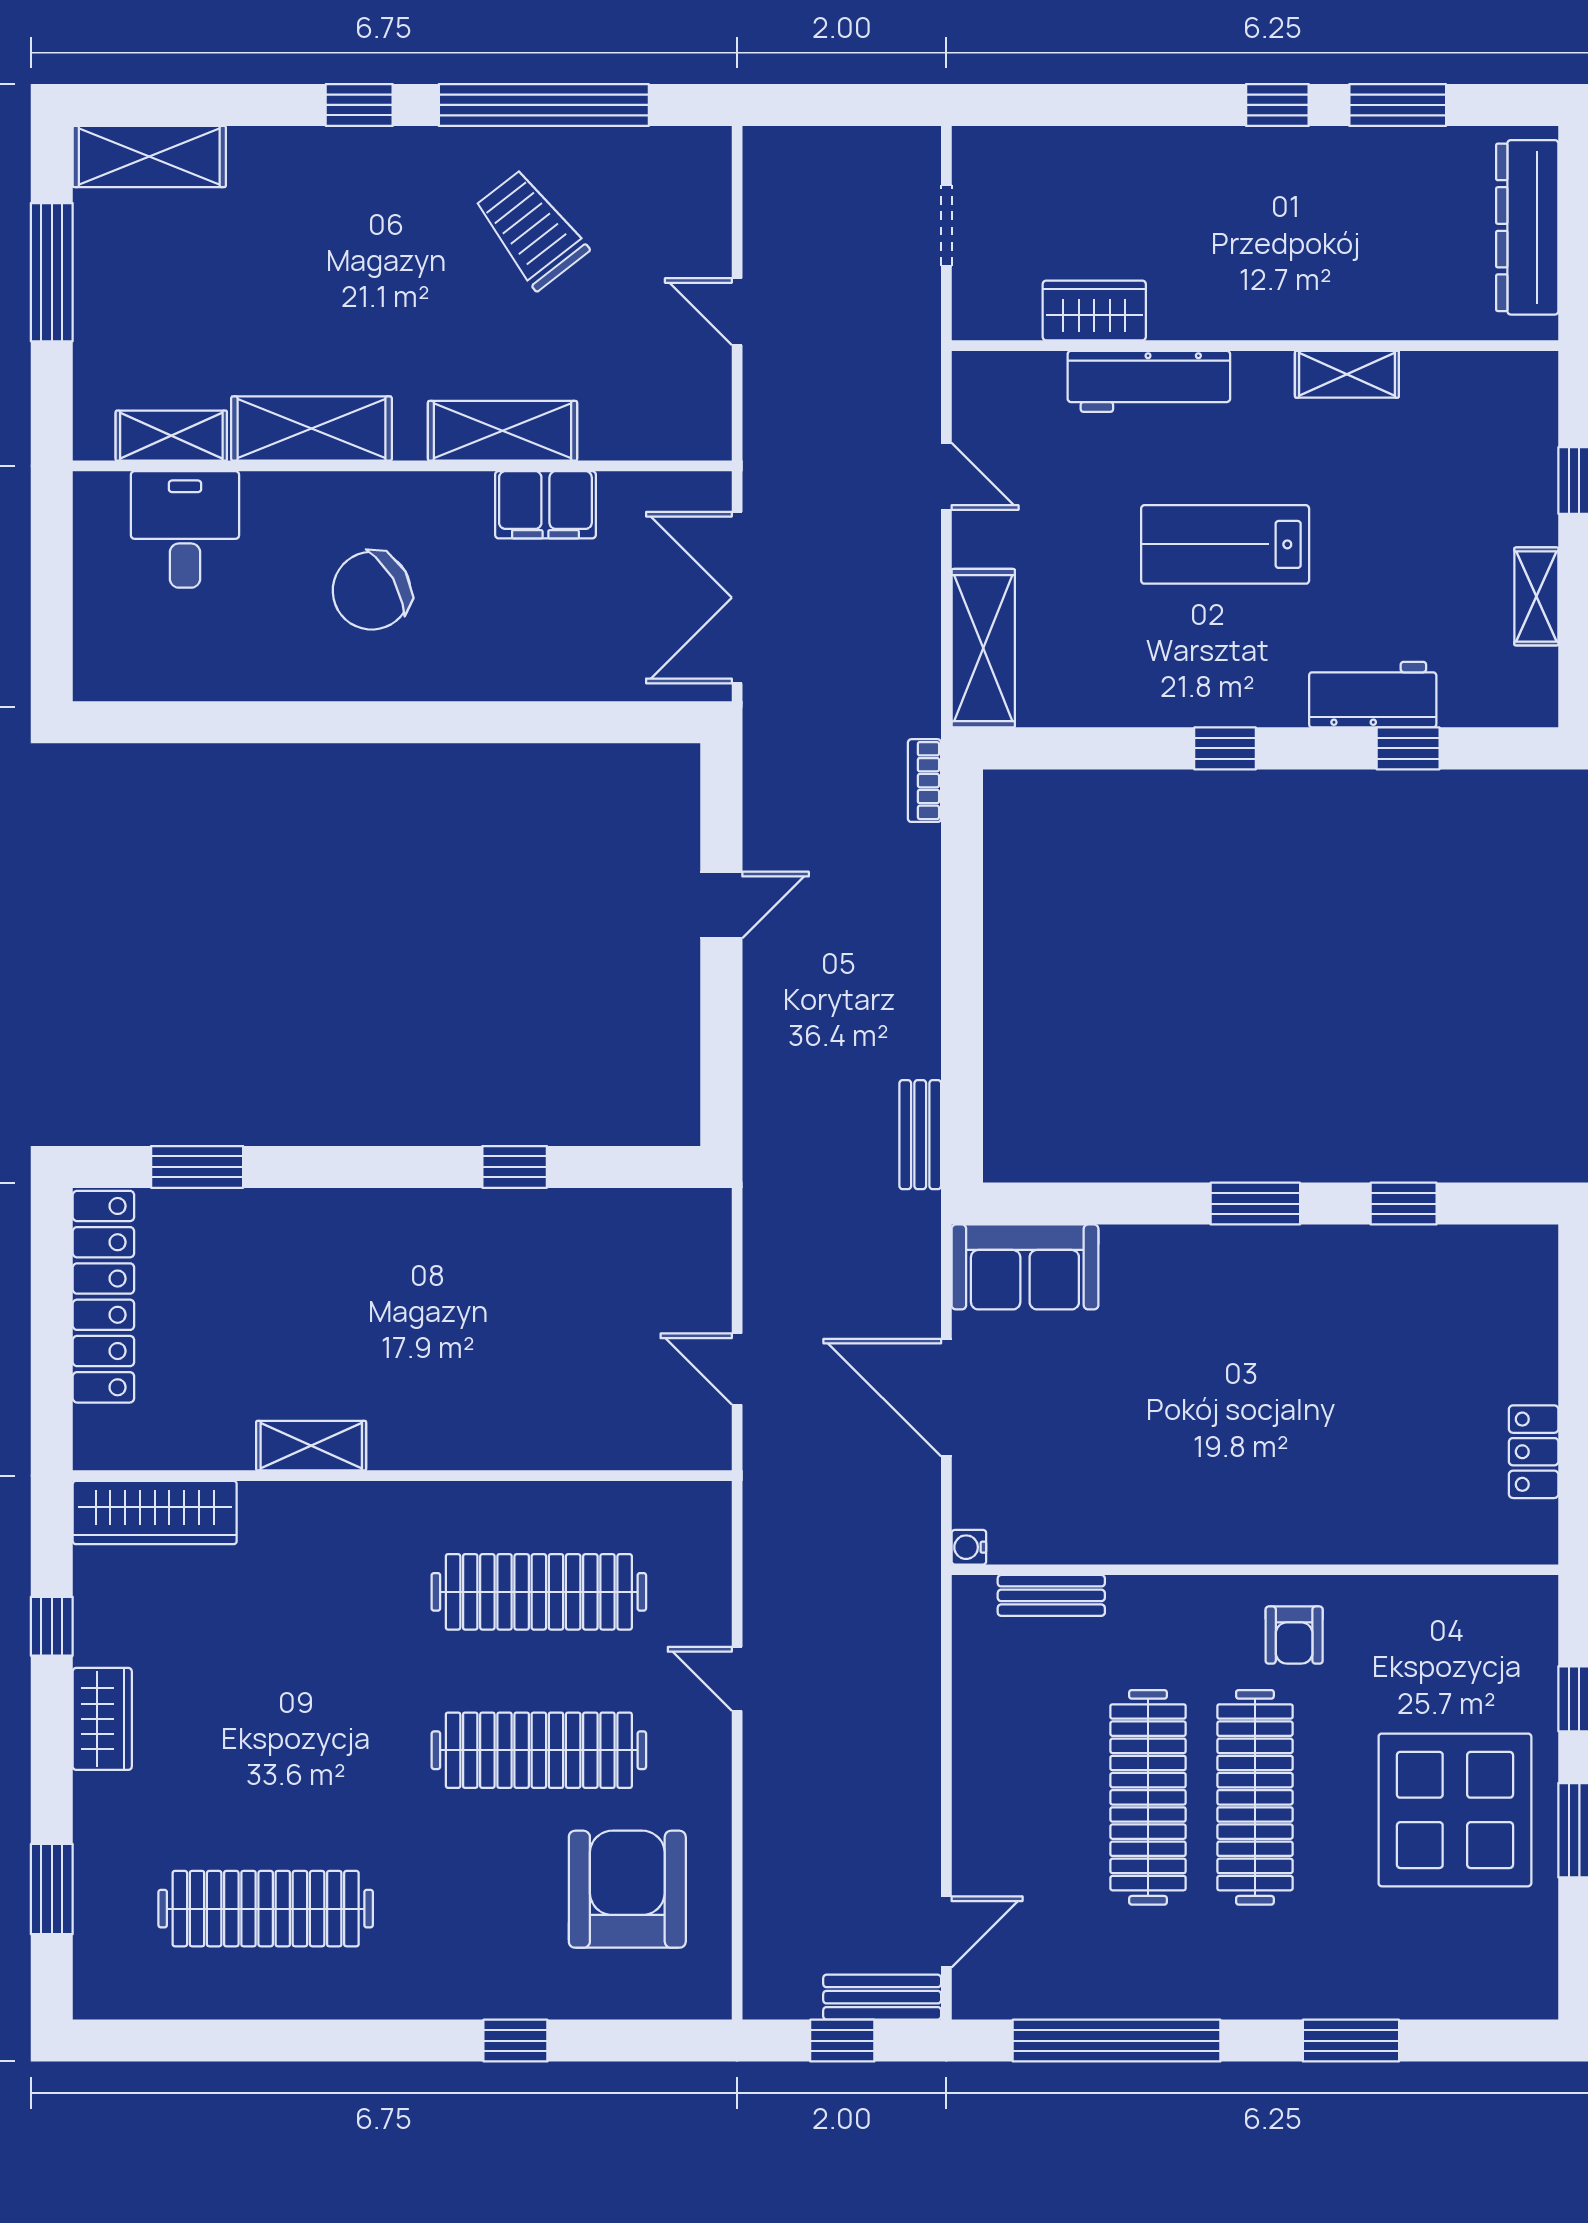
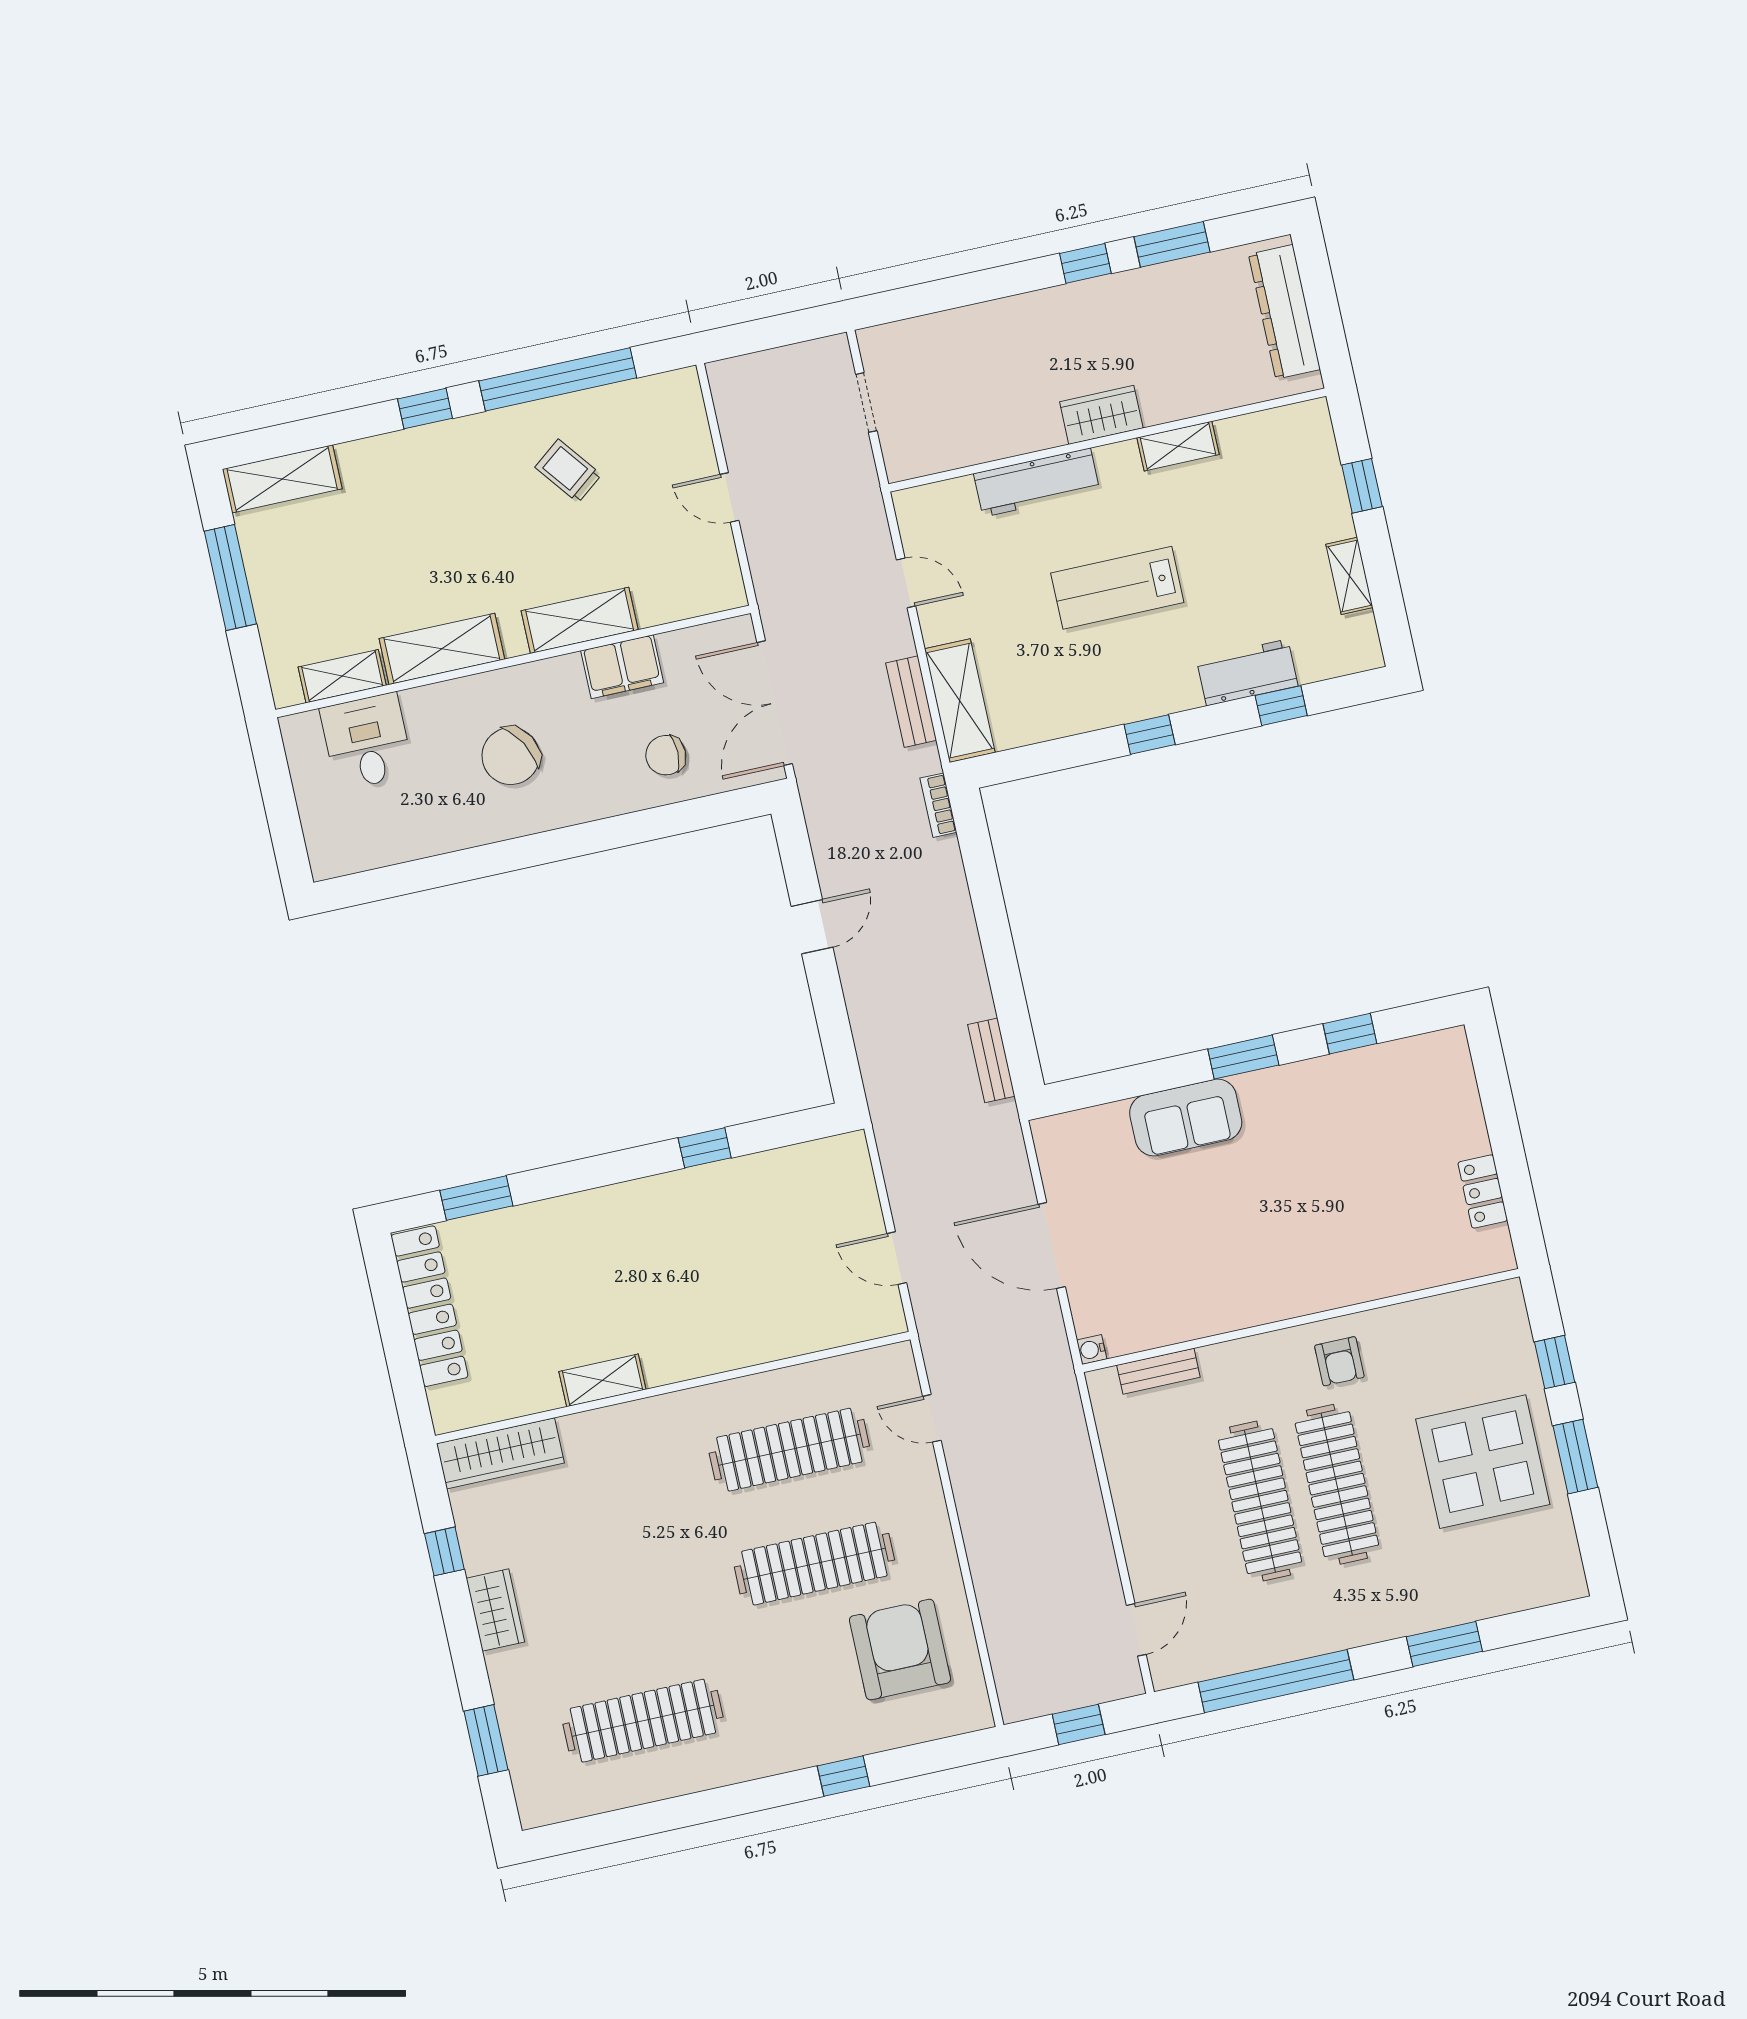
trolley: (531, 229) -> (568, 471), width x0.73, depth x0.72
wardrobe: (1094, 310) -> (1101, 415), moved
chair: (577, 635) -> (666, 755), added
sofa: (1025, 1267) -> (1186, 1117), moved
door: (737, 1679) -> (932, 1418), moved
bench: (882, 1997) -> (911, 702), moved, turned 90

